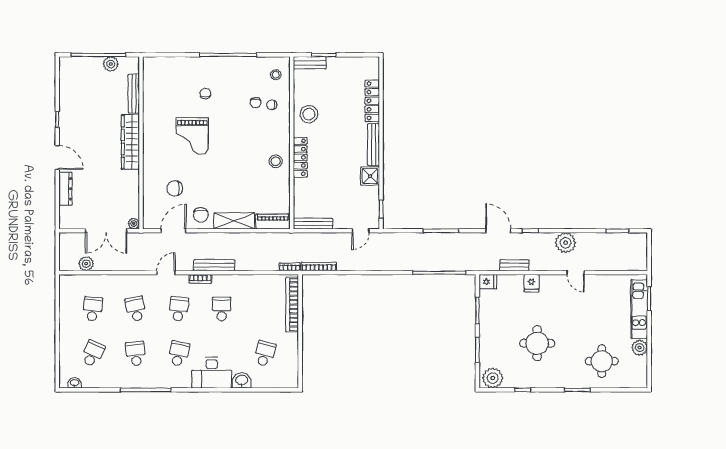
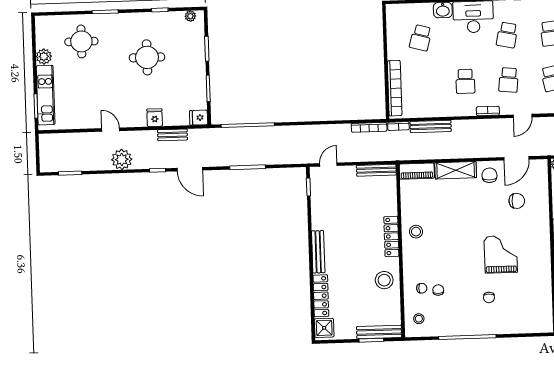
bench: (310, 63) -> (379, 332), width x1.36
shower: (370, 176) -> (324, 328), moved
bench: (214, 265) -> (431, 126), moved
plant: (493, 378) -> (190, 16), width x0.53, depth x0.53

